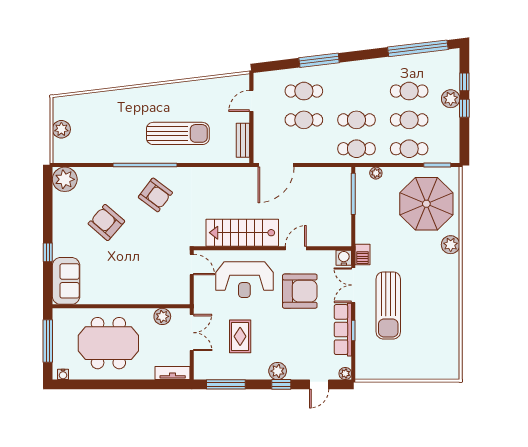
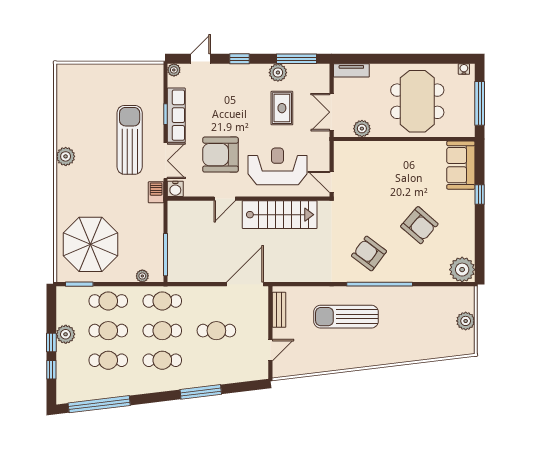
cafe table: (304, 91) -> (162, 360), moved
plant: (451, 99) -> (66, 334), moved
plant: (451, 245) -> (66, 156), moved
meeting table: (108, 343) -> (417, 101), turned 90
plant: (278, 371) -> (278, 73), moved

